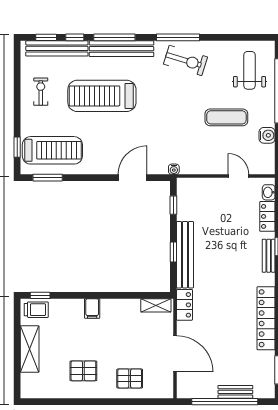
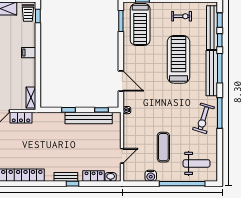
bench: (185, 255) -> (89, 118), moved
locker: (184, 305) -> (21, 118), moved

